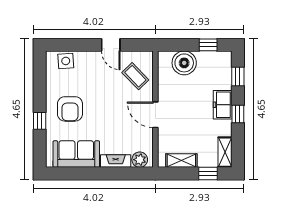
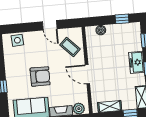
boiler: (184, 63) -> (101, 30), width x0.54, depth x0.54
armchair: (70, 109) -> (40, 76), moved, turned -90

